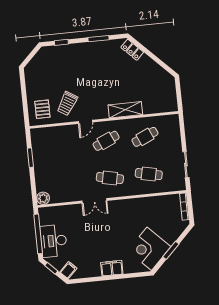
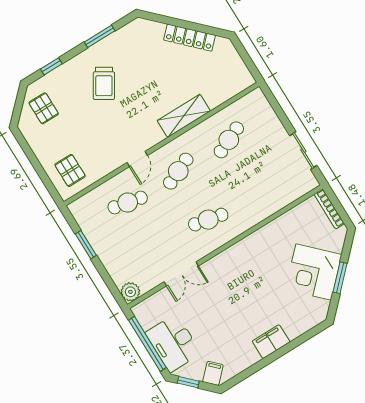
locker: (132, 50) -> (190, 38), moved, width x1.53
pallet: (45, 65) -> (44, 108), added
trolley: (67, 104) -> (104, 83), moved
cafe table: (149, 174) -> (128, 203), moved
double door: (94, 201) -> (181, 274), moved
corner desk: (149, 249) -> (314, 272), moved

